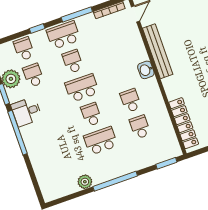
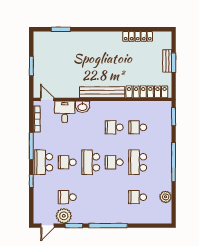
school desk: (24, 49) -> (138, 197), moved
bench: (158, 51) -> (102, 92), moved
washbasin: (146, 70) -> (82, 107), moved
desk: (26, 112) -> (65, 112), moved, turned 180
plant: (85, 182) -> (166, 197), moved

